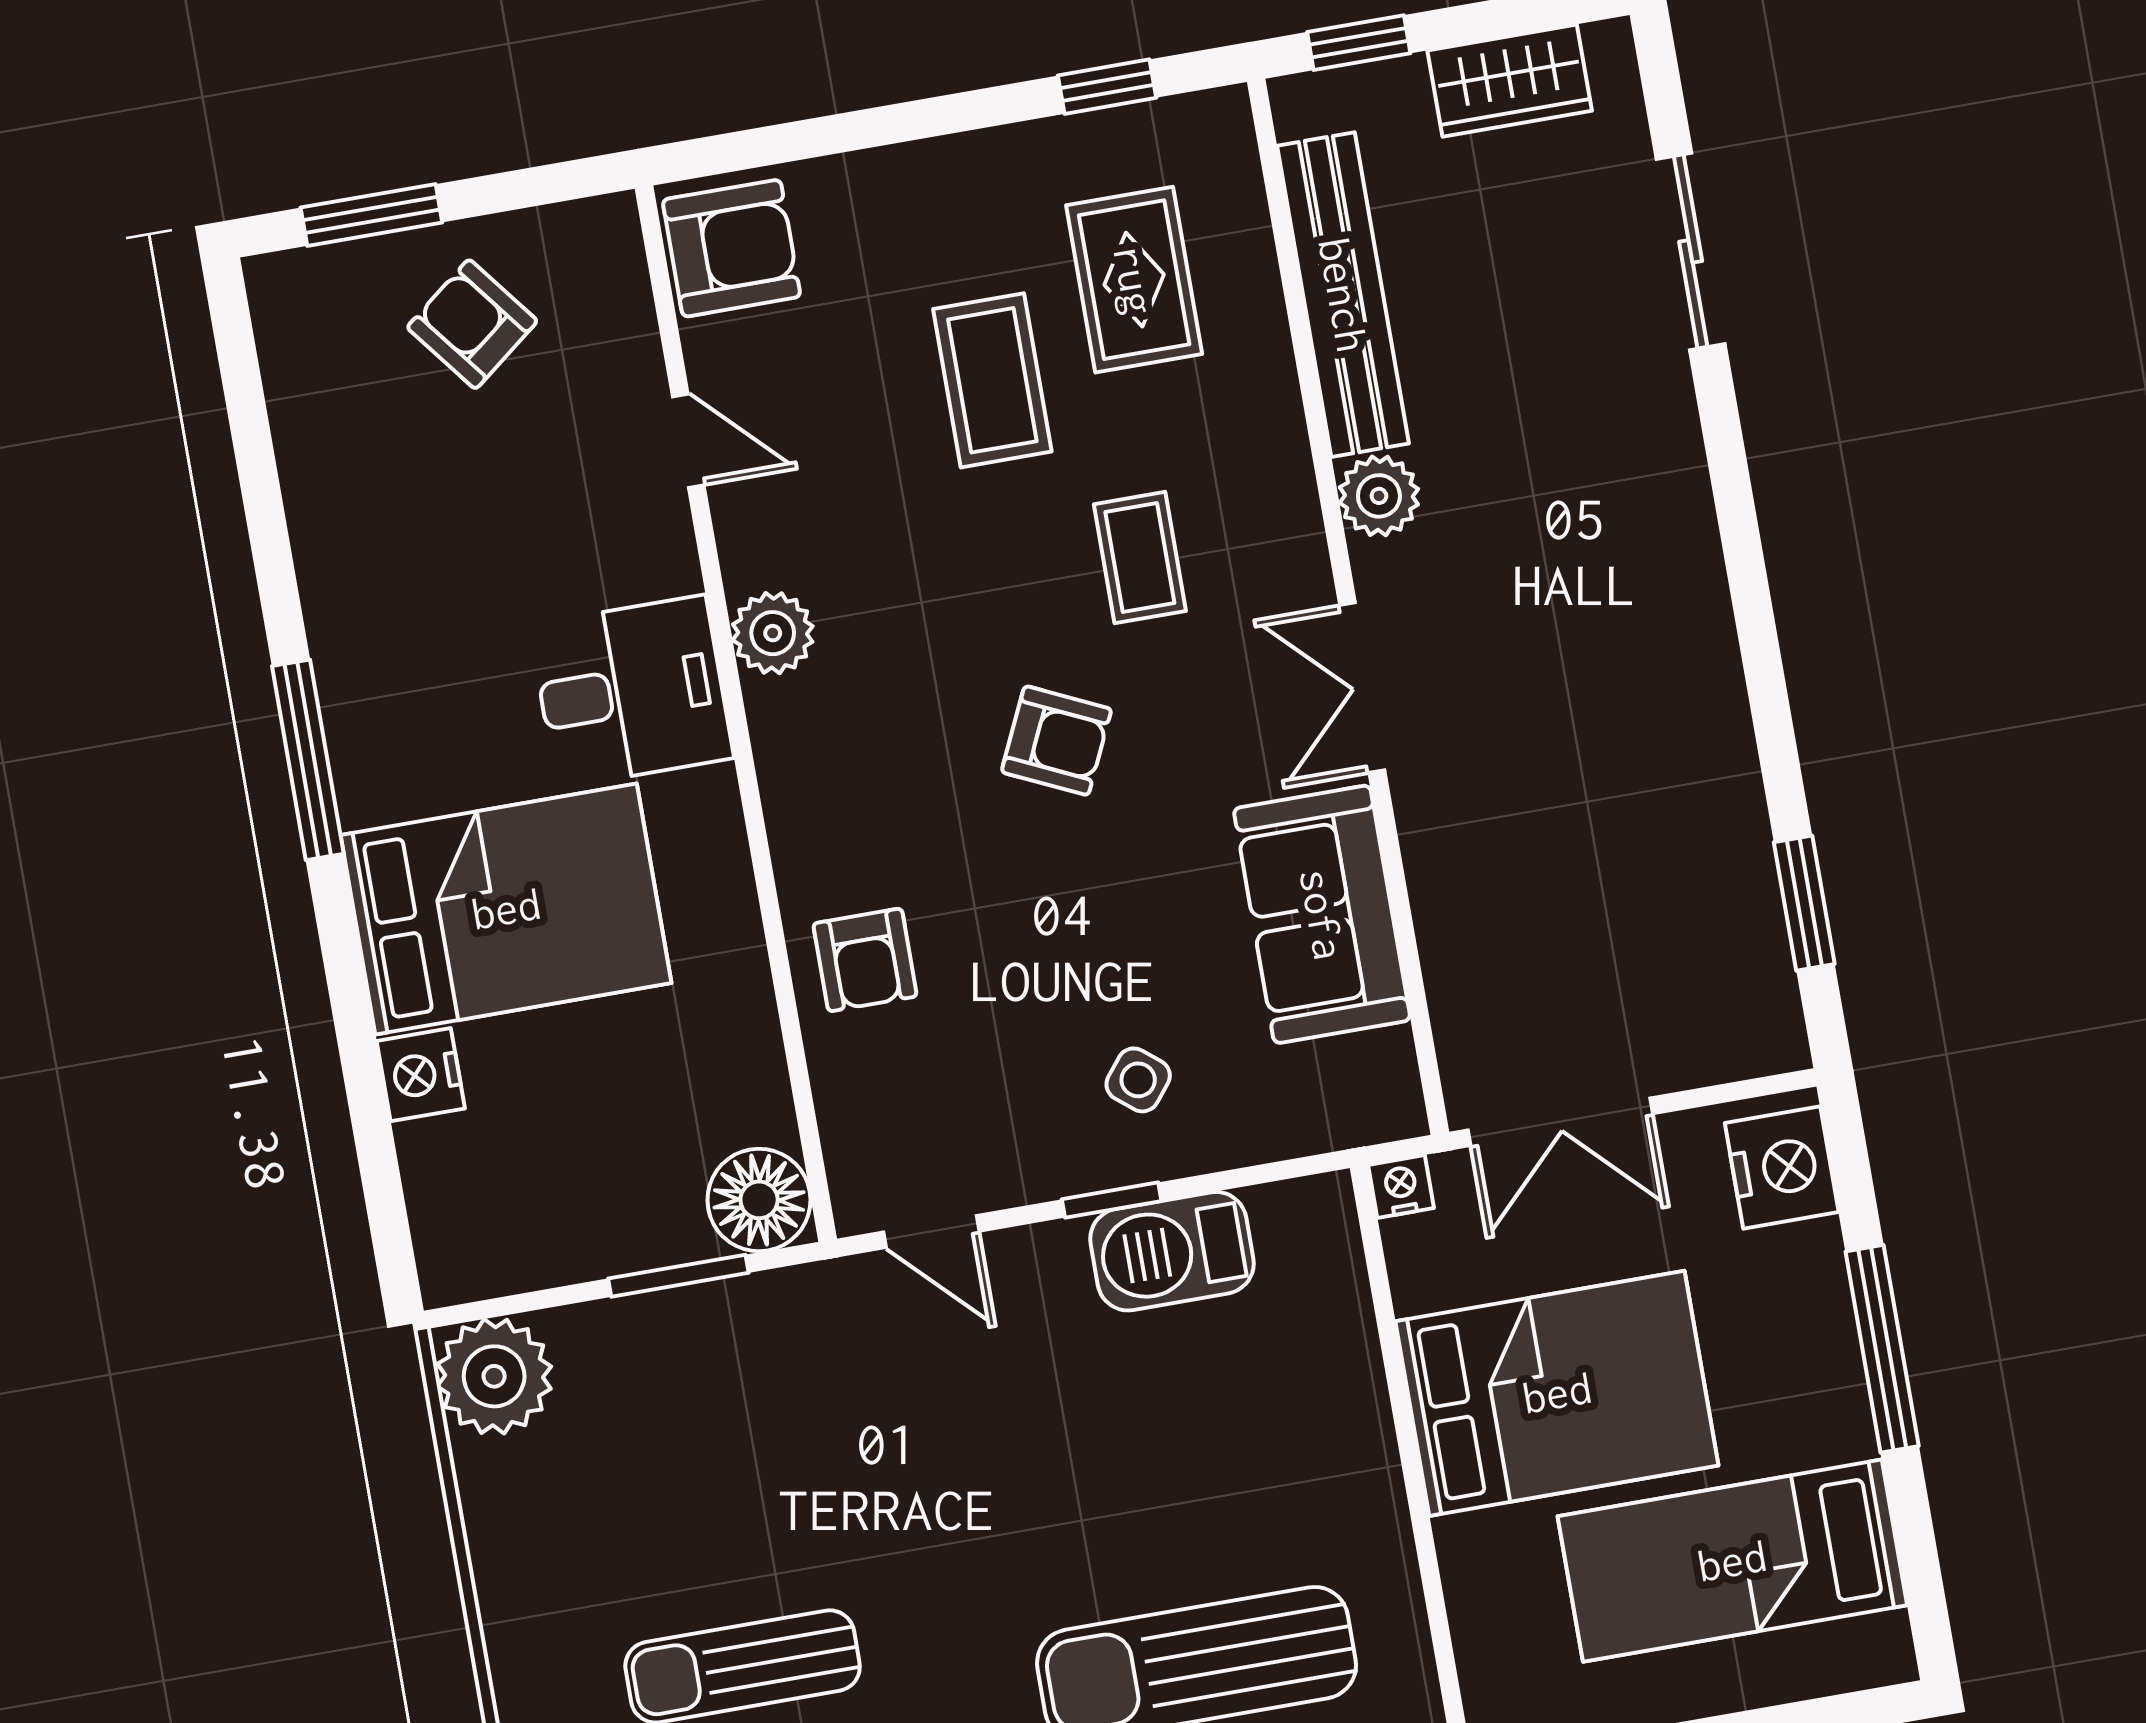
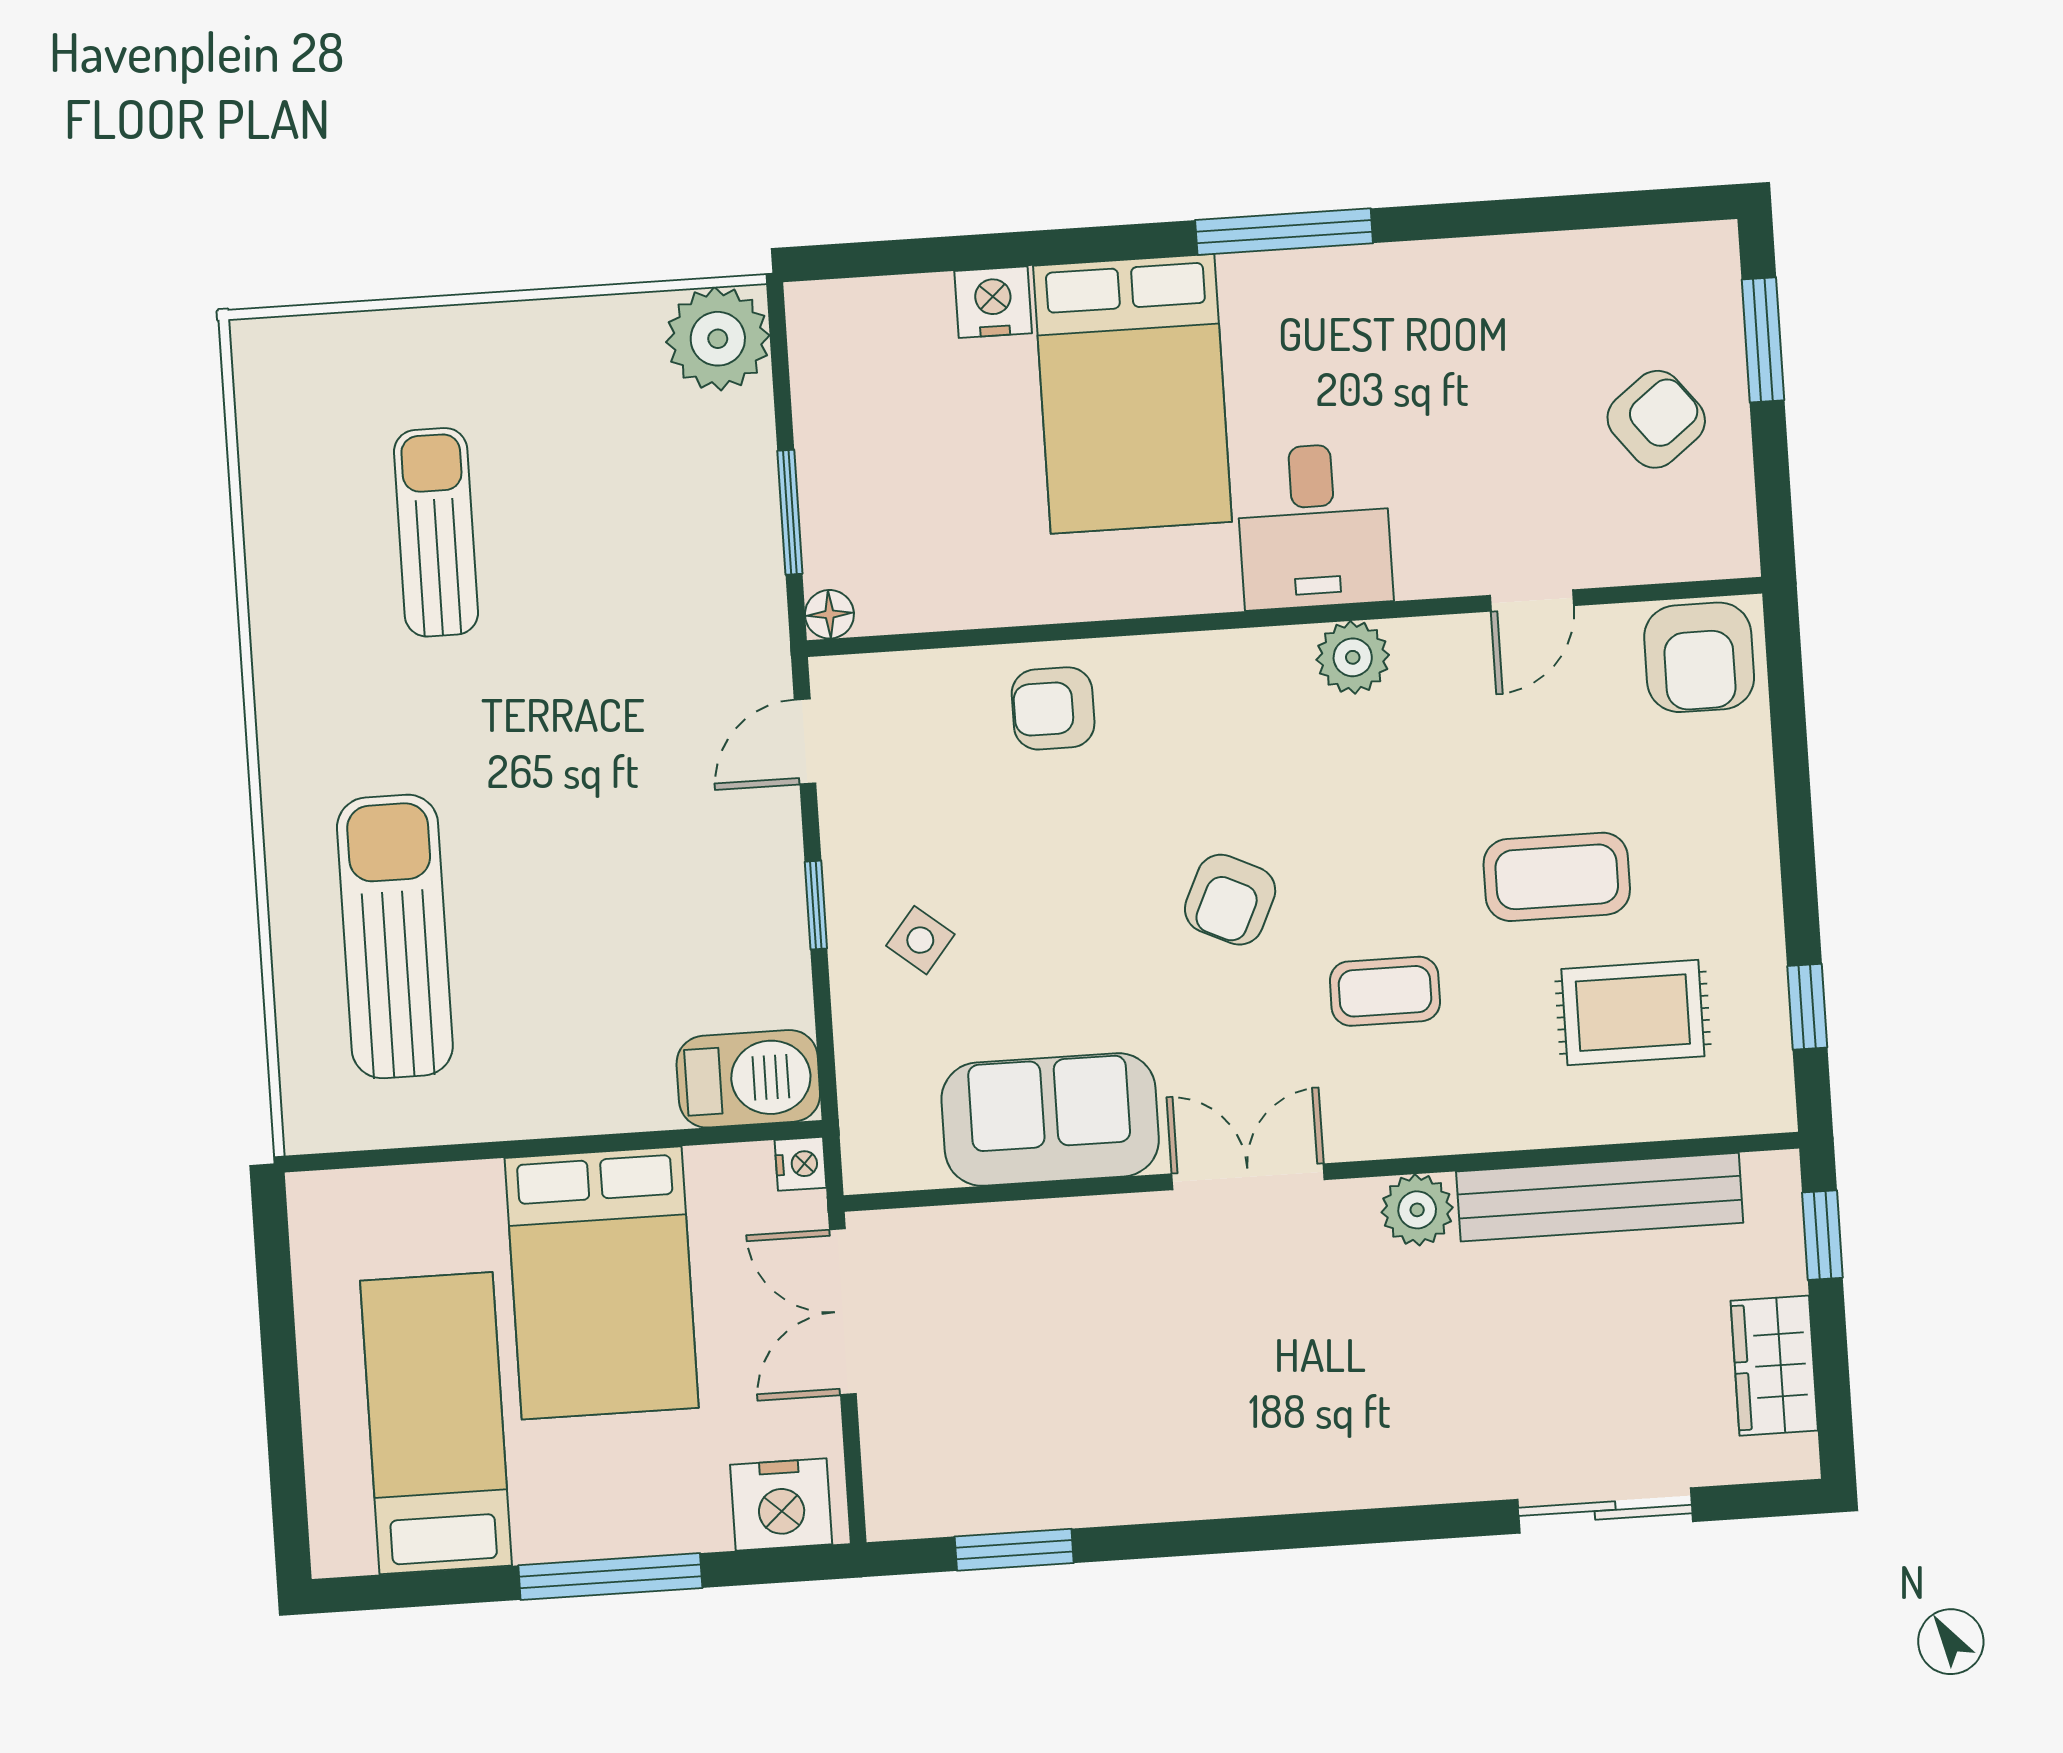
floor lamp: (759, 1200) -> (829, 614), width x0.53, depth x0.53
barbecue: (1172, 1251) -> (748, 1079), moved, turned 90

